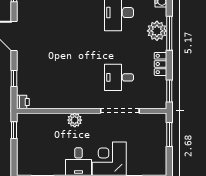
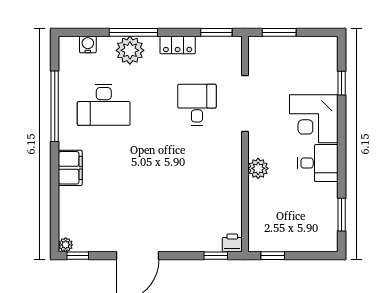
desk: (119, 77) -> (197, 105), turned 180
window: (14, 78) -> (216, 256), moved

